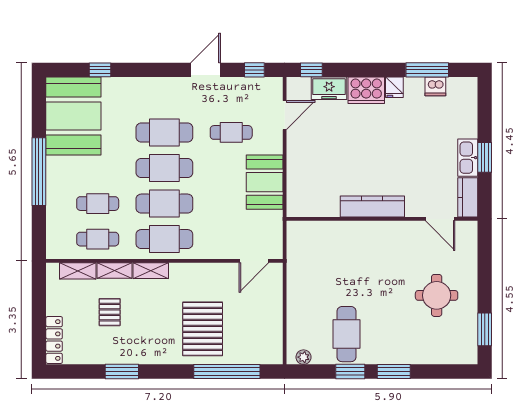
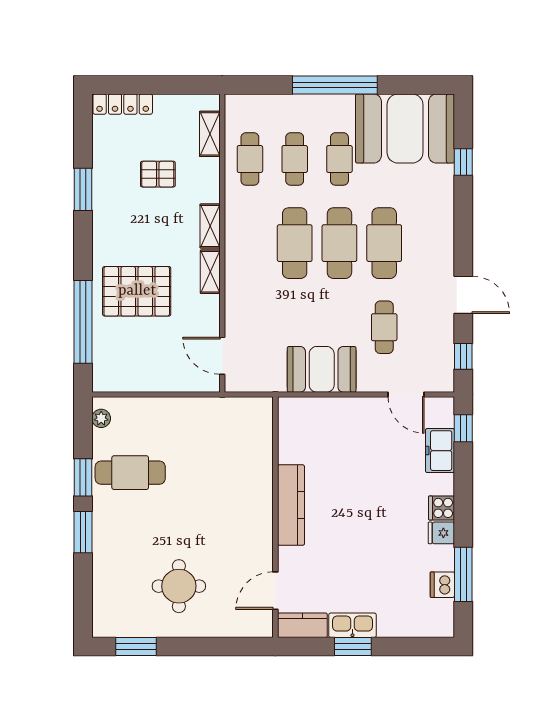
cooker: (366, 90) -> (442, 508), width x0.53, depth x0.76
cafe table: (164, 239) -> (339, 159), moved, width x0.73, depth x0.74
shelving: (115, 271) -> (210, 272), moved

